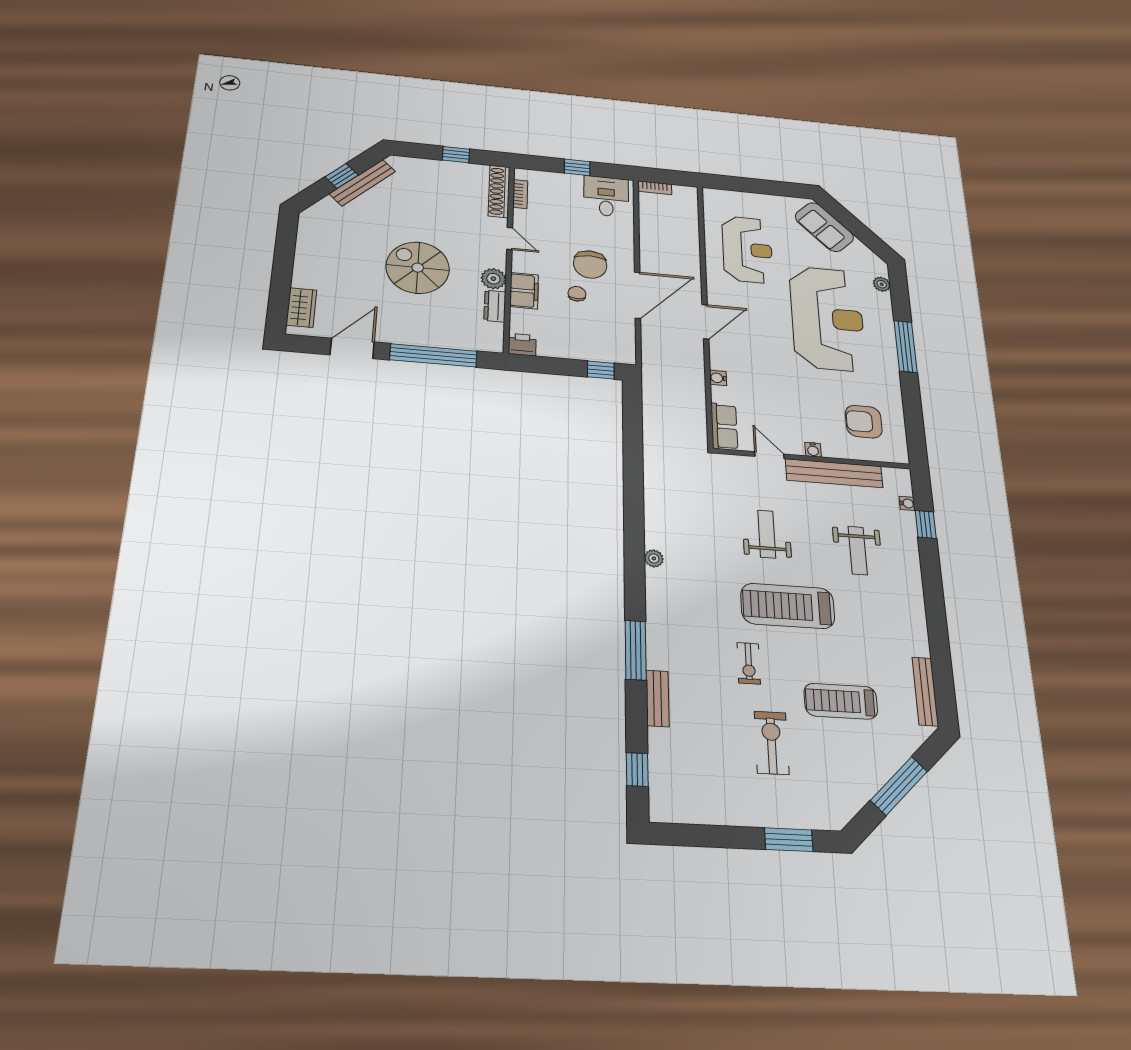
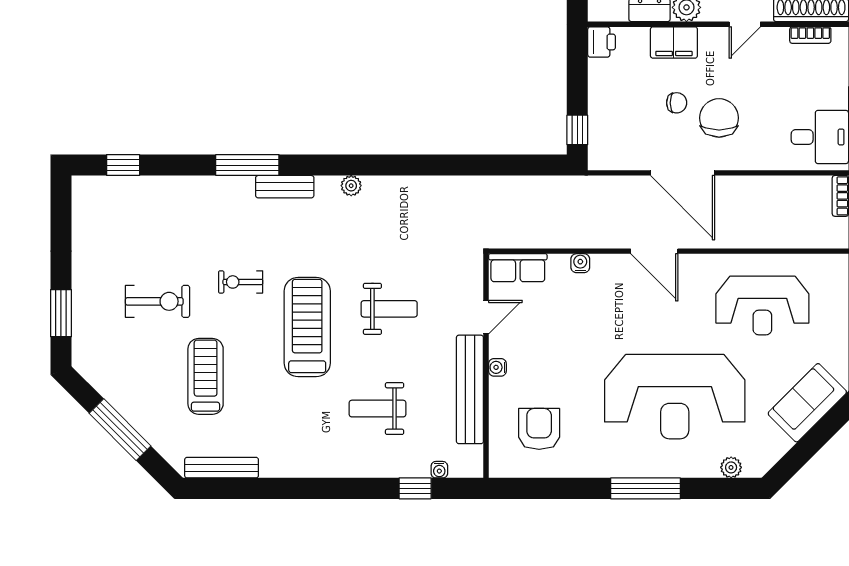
chair: (590, 264) -> (719, 118), turned 90
bench: (658, 698) -> (285, 187), moved

